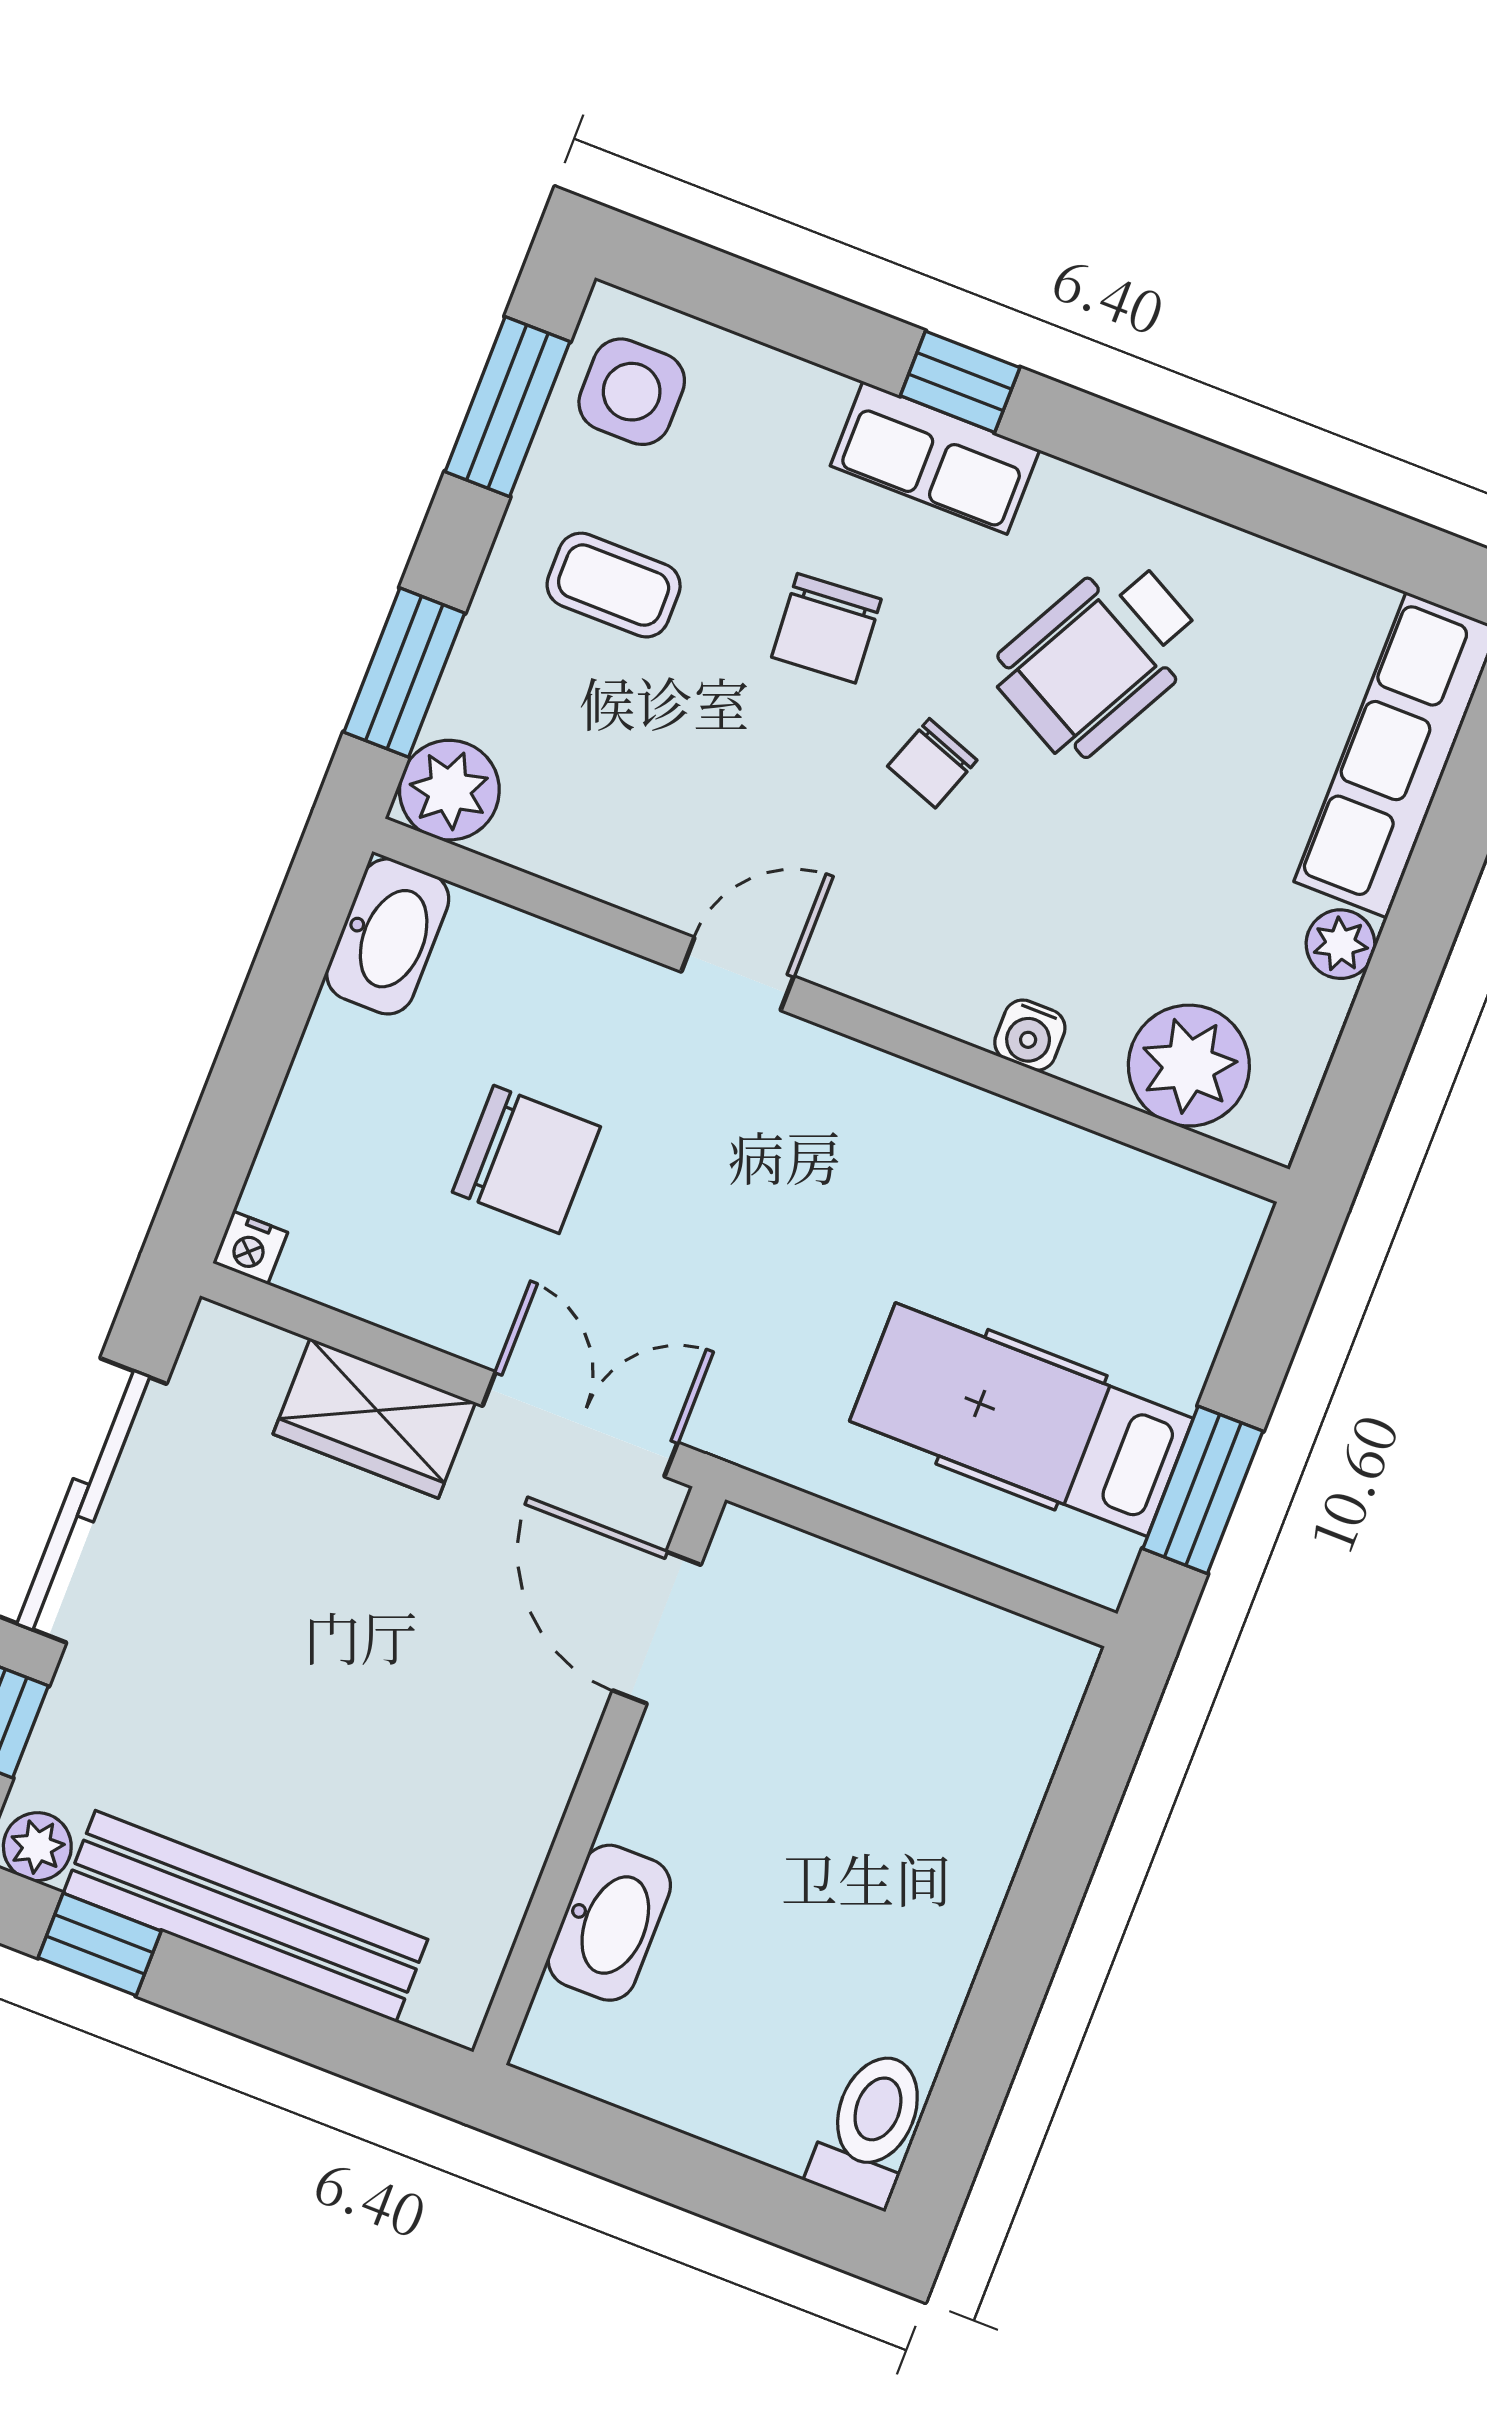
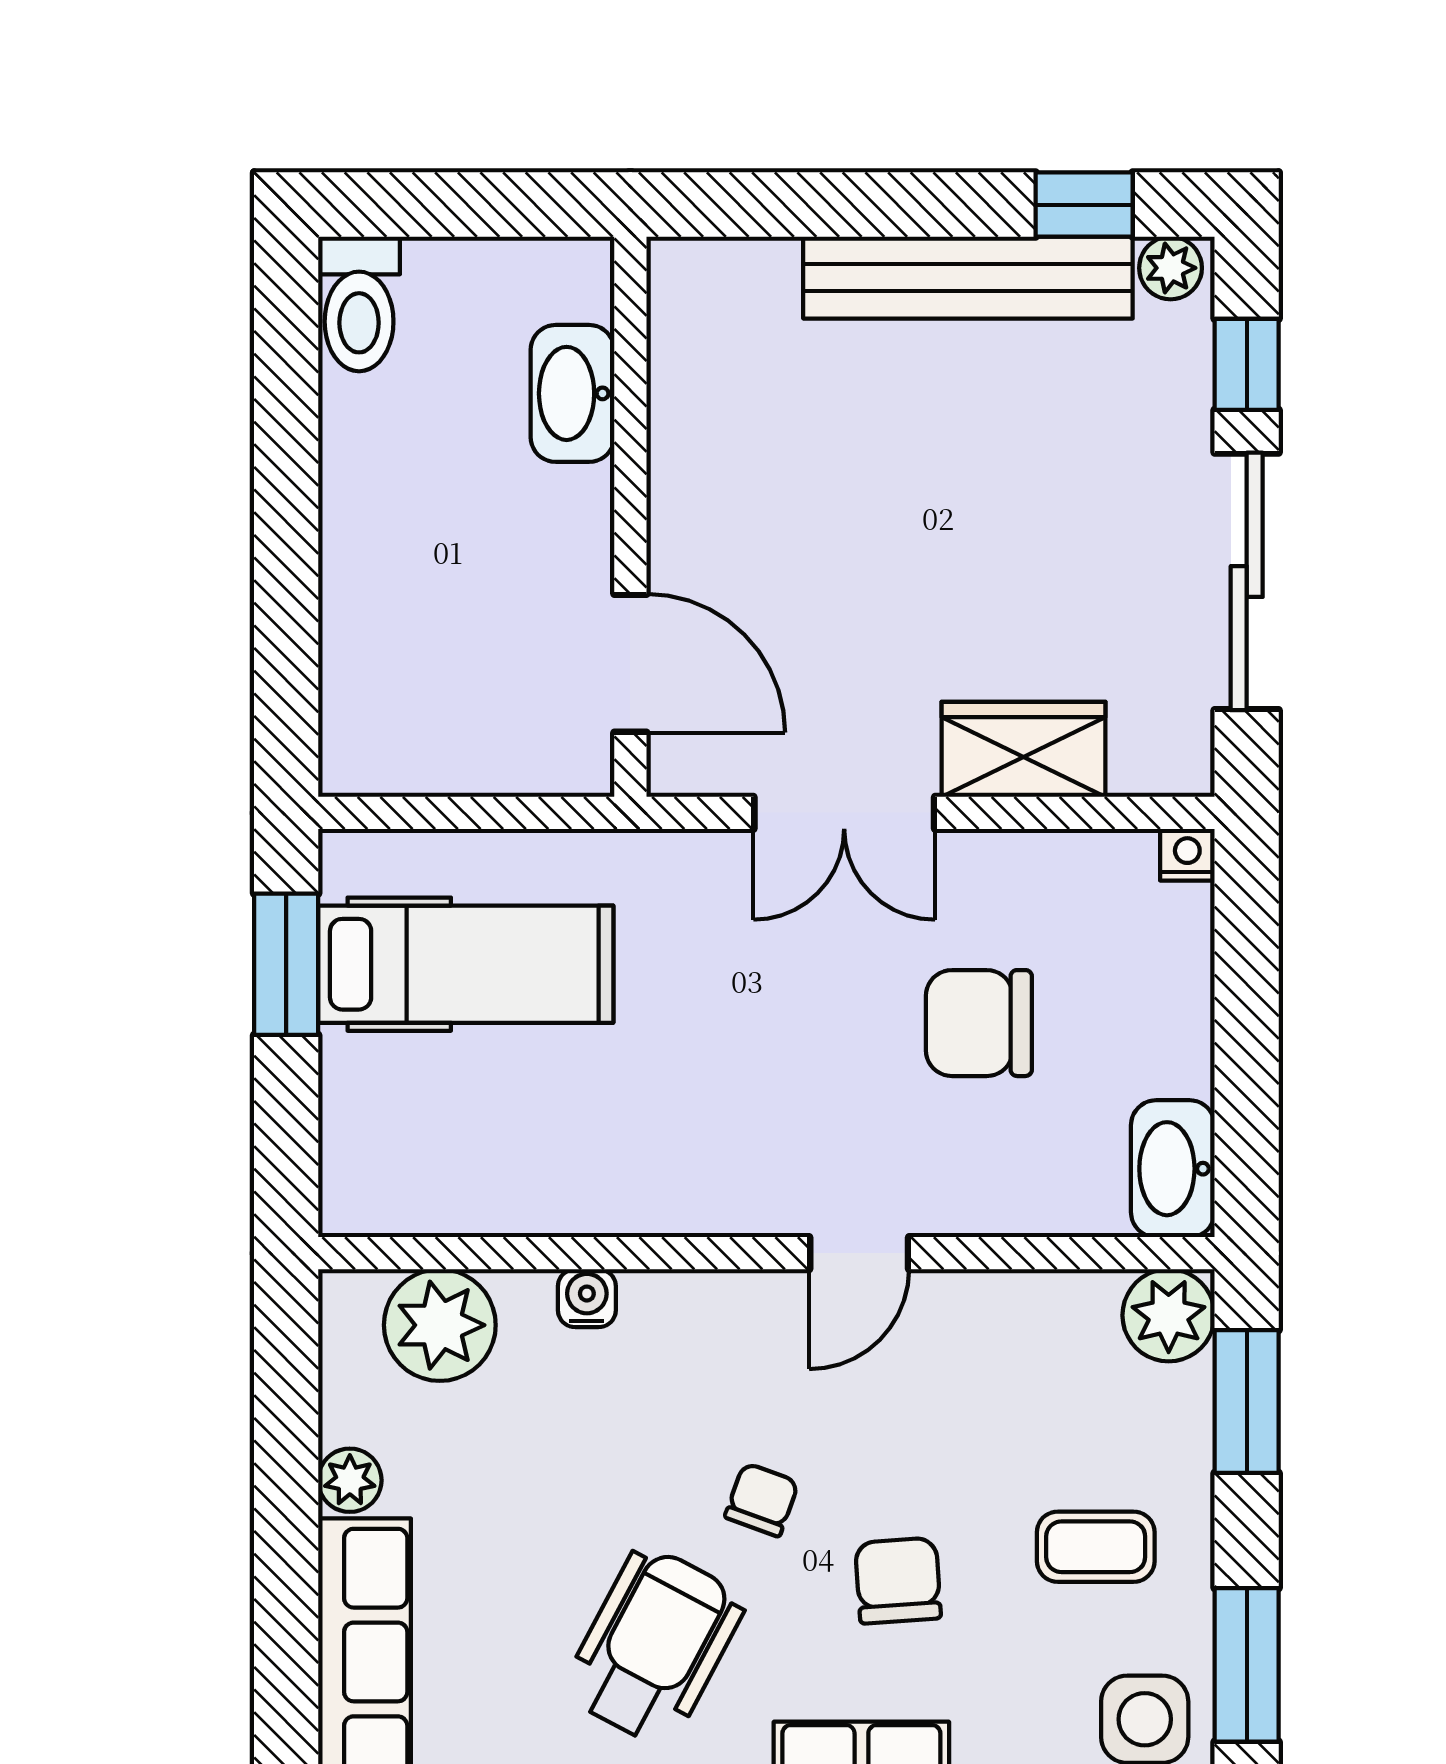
door: (657, 1628) -> (630, 663), moved
wall: (599, 1776) -> (630, 517), moved
washbasin: (609, 1923) -> (572, 393), moved

